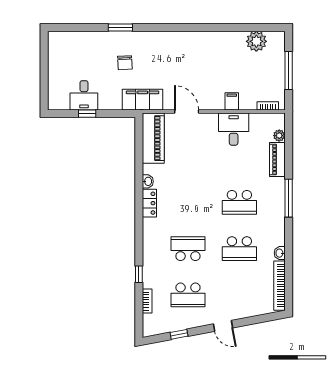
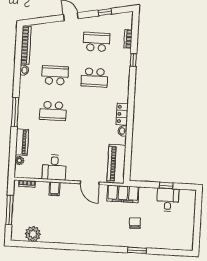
school desk: (239, 202) -> (53, 111), turned 180

